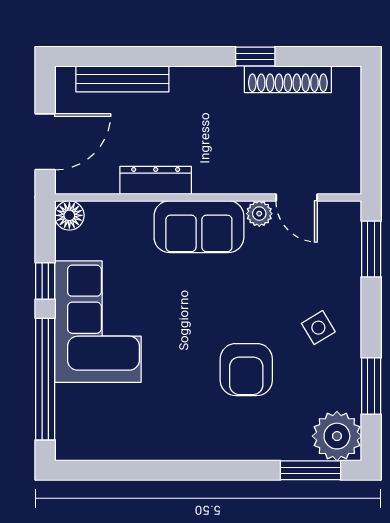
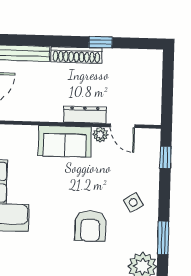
shoe rack: (288, 79) -> (76, 55), moved
dresser: (156, 180) -> (85, 115), moved
window: (371, 249) -> (165, 157), width x0.67

